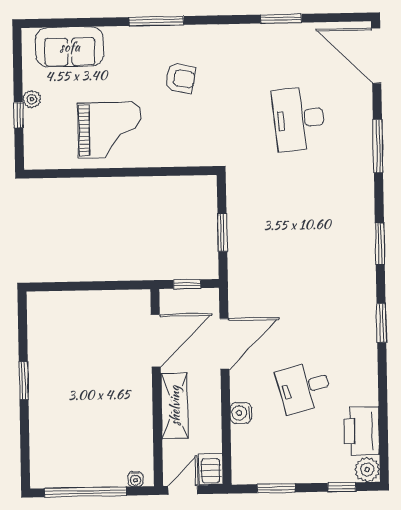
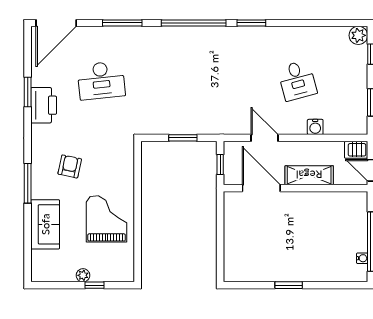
sofa: (70, 47) -> (45, 224), moved
window: (380, 244) -> (194, 23), width x2.11
door: (224, 344) -> (264, 138), width x0.73
printer: (362, 431) -> (44, 105), moved, turned -90
water cooler: (135, 479) -> (362, 258), moved

